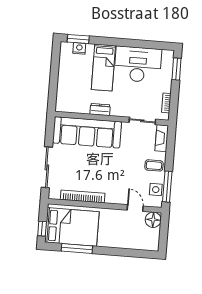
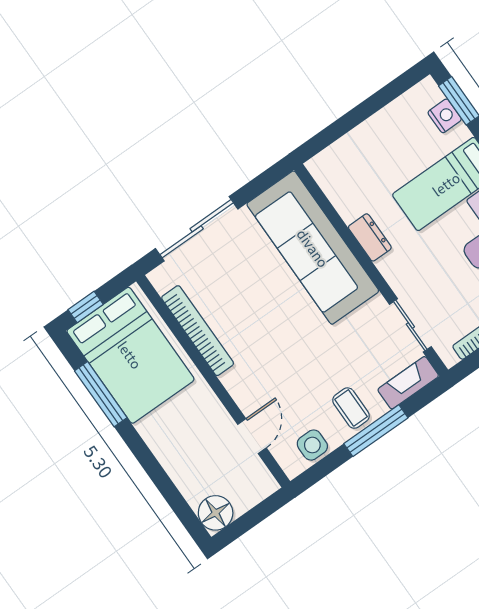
window: (167, 187) -> (376, 431), moved
floor lamp: (153, 220) -> (216, 513), moved

